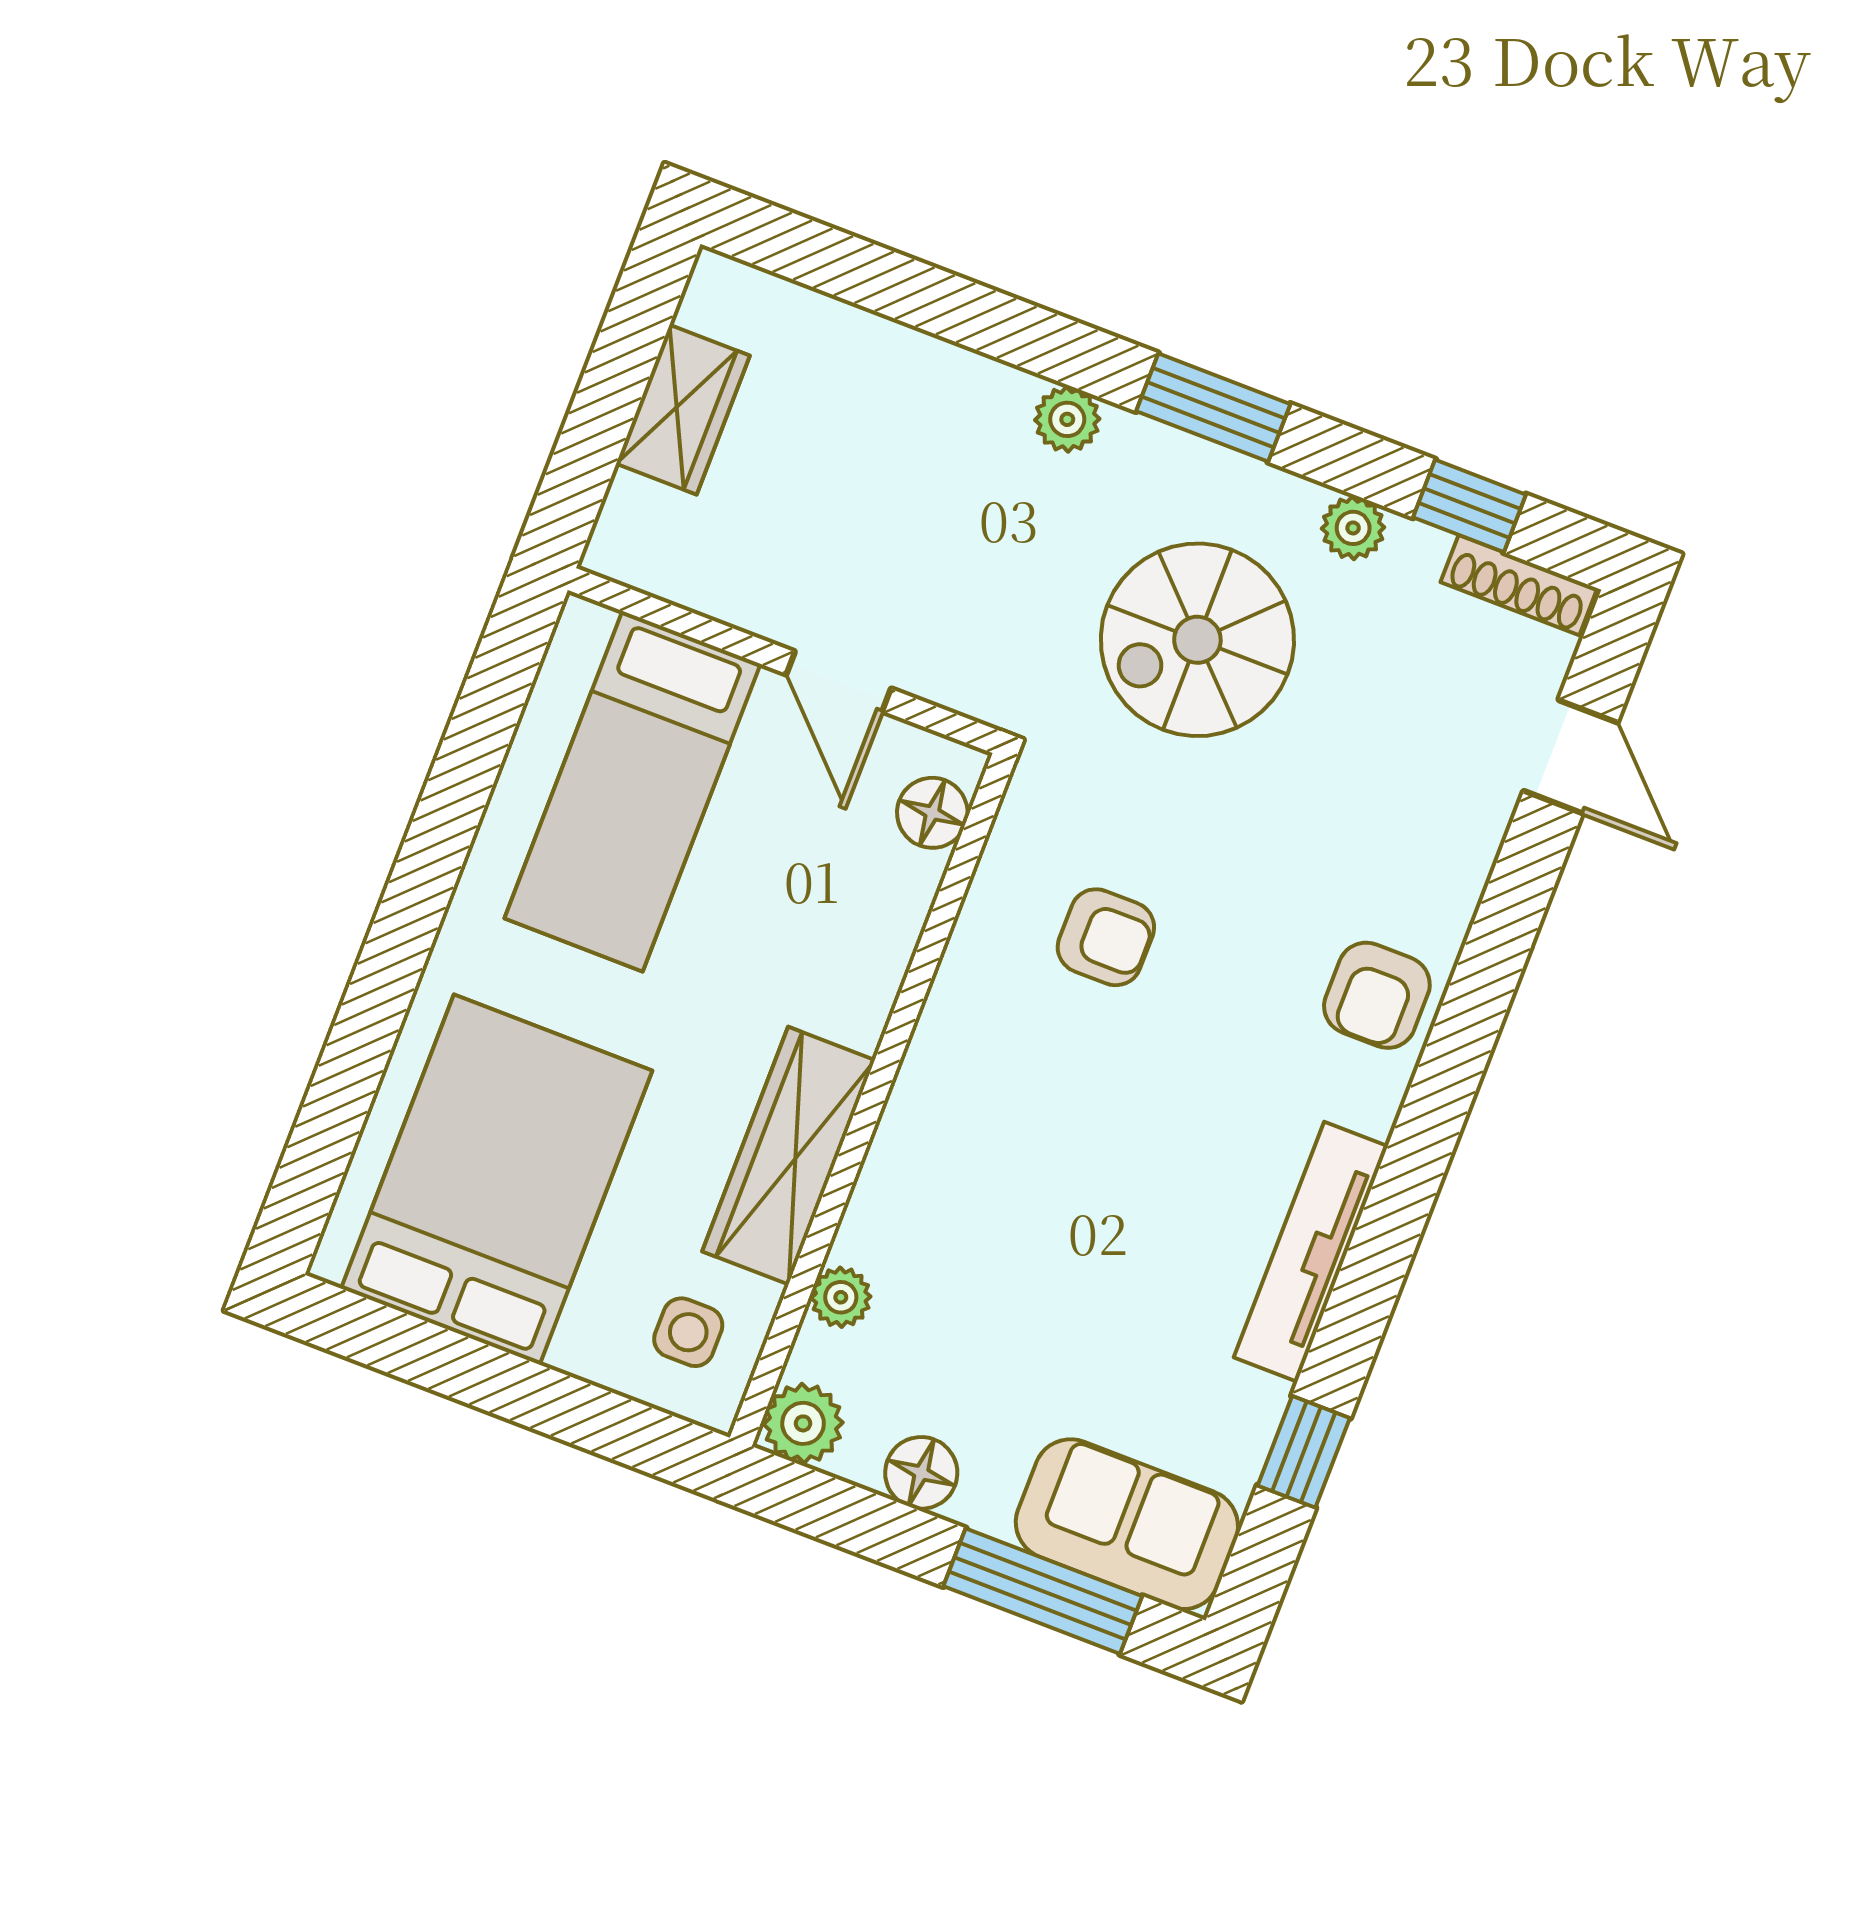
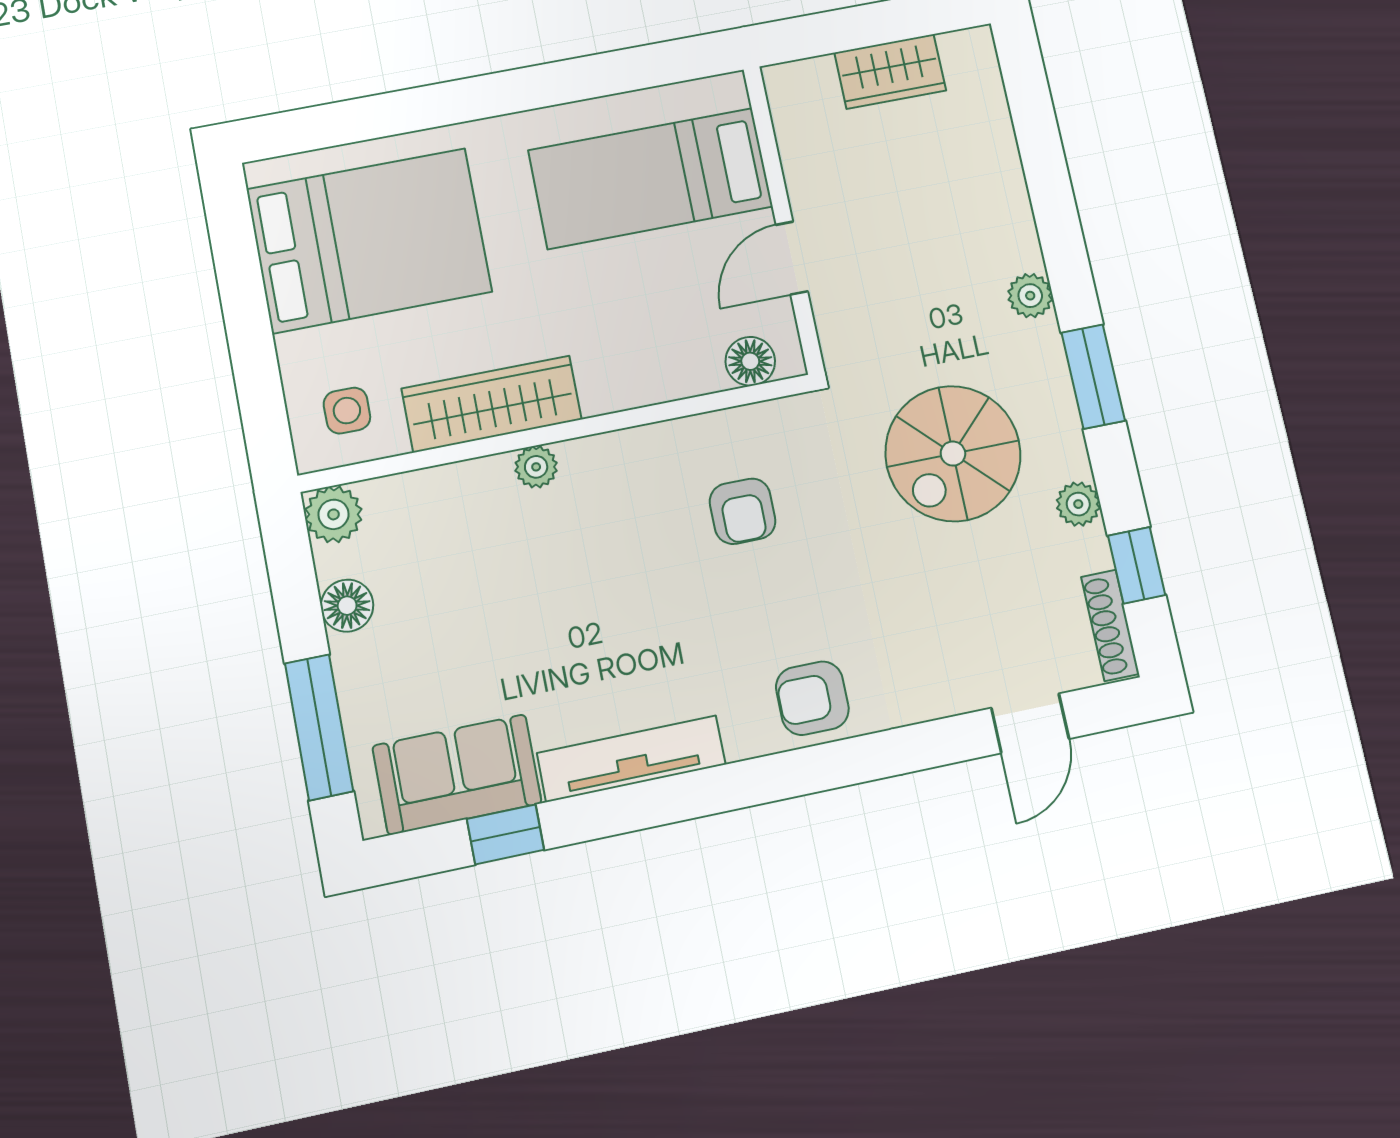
spiral stairs: (1197, 640) -> (953, 454), turned -90
plant: (841, 1297) -> (536, 467), moved
sofa: (1127, 1524) -> (457, 774), moved, turned -90

